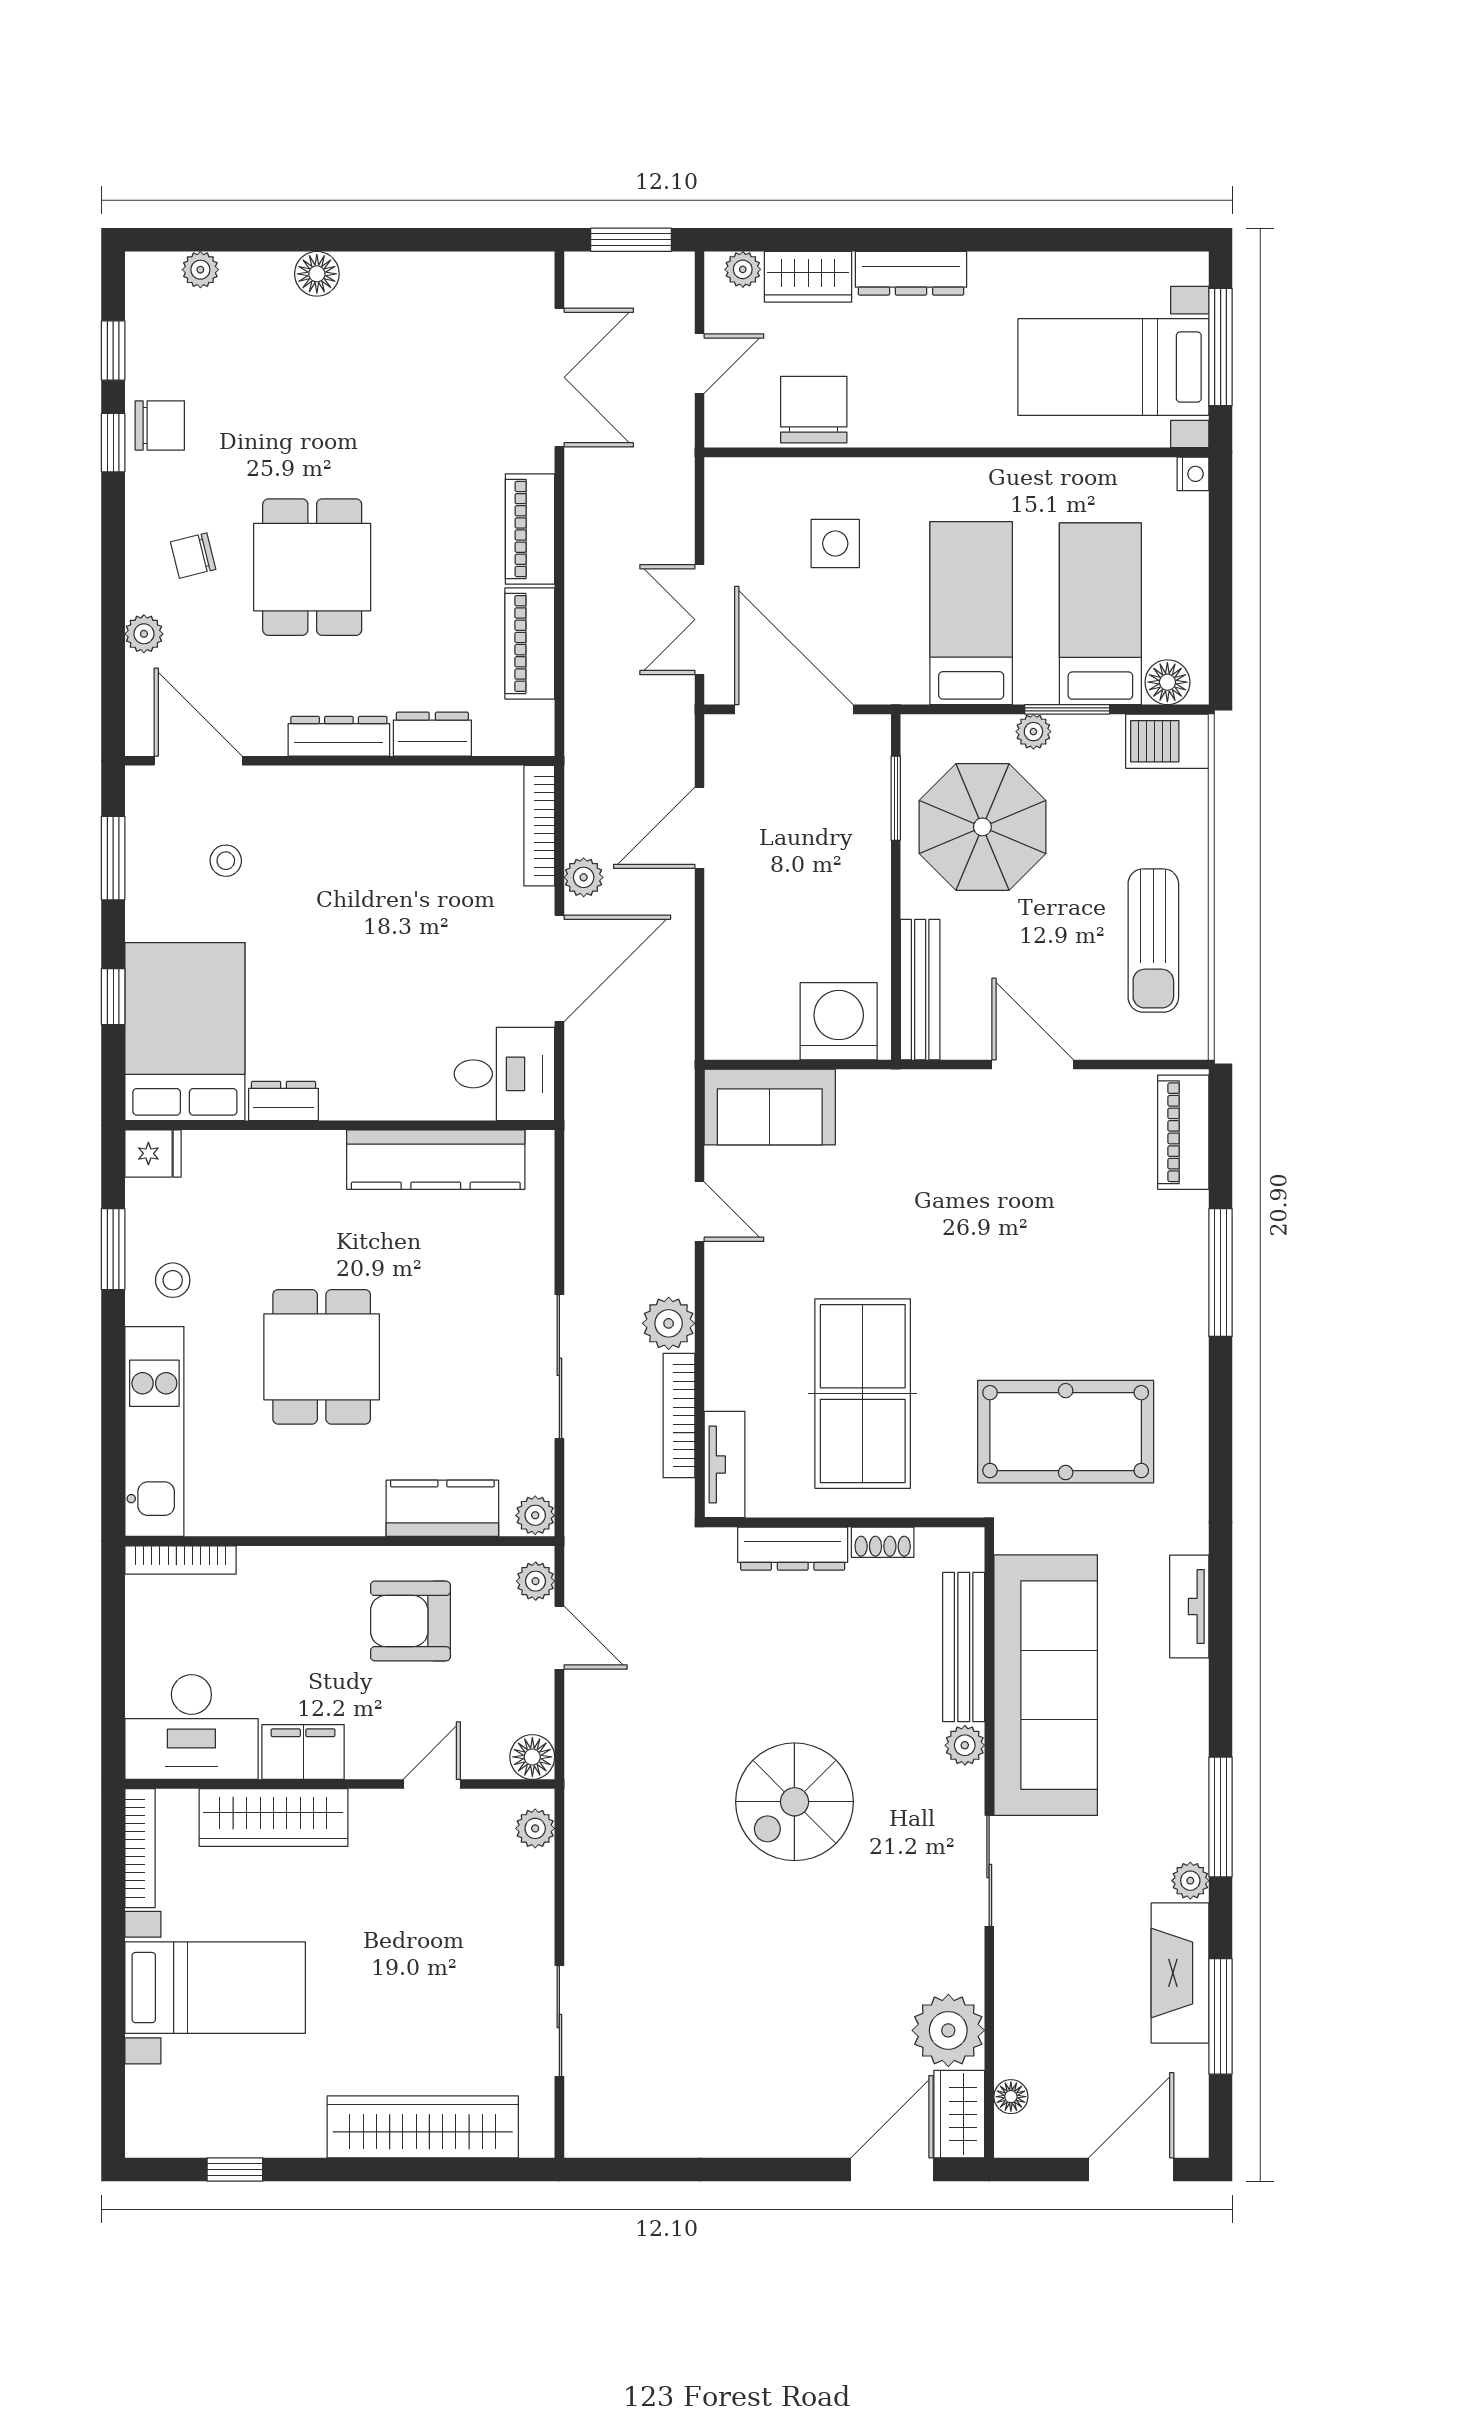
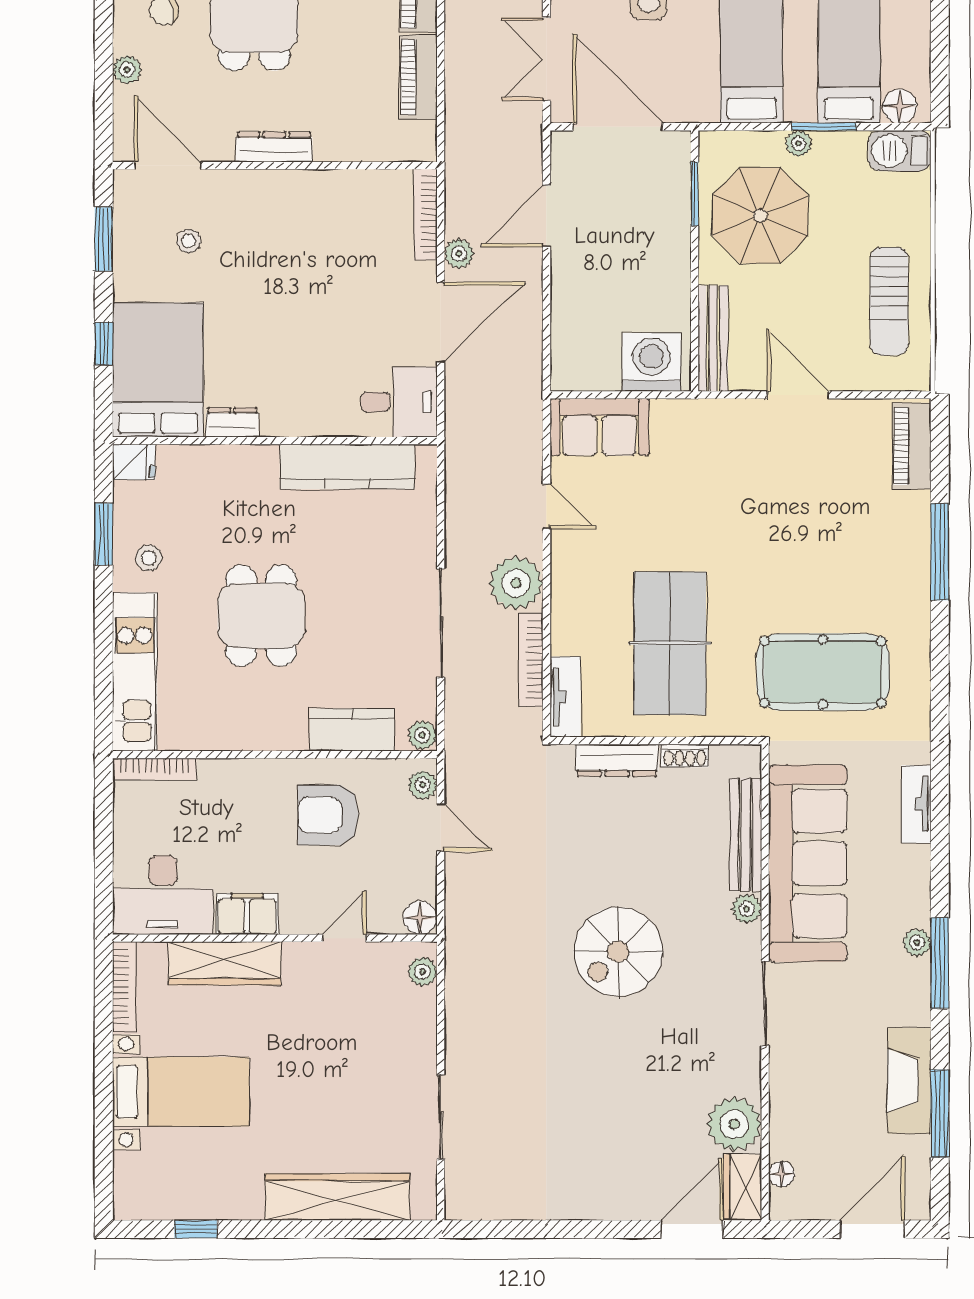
dresser: (432, 734) -> (345, 145), removed
plant: (669, 1323) -> (516, 583), width x1.36, depth x1.36
plant: (1190, 1881) -> (917, 943), moved

